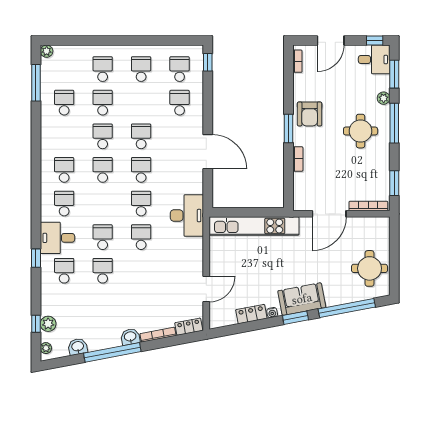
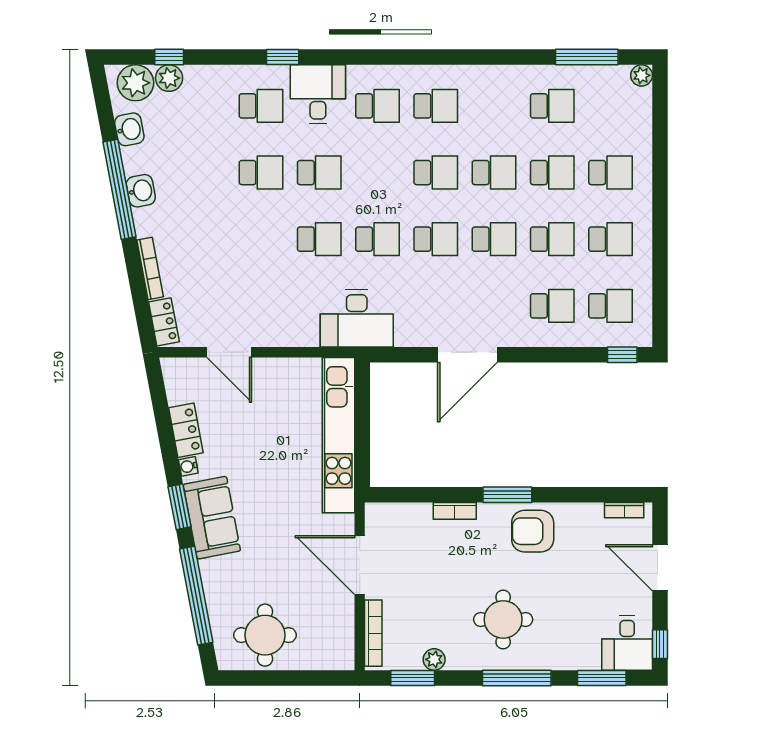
plant: (384, 98) -> (434, 659), moved
school desk: (141, 103) -> (552, 239), added
washbasin: (130, 337) -> (141, 191), moved
plant: (46, 348) -> (135, 83), width x1.87, depth x1.87

